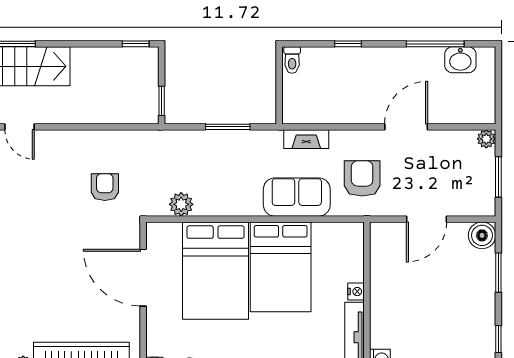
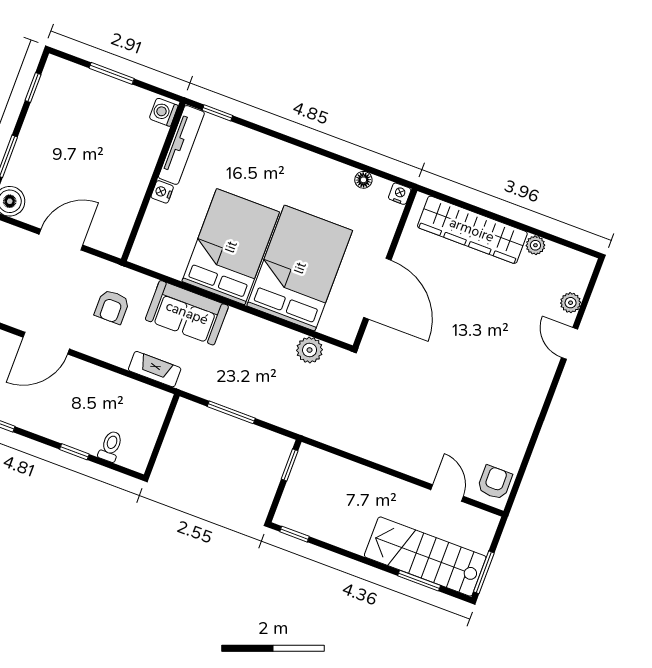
toilet: (292, 60) -> (111, 446), moved
armchair: (362, 178) -> (112, 307), width x0.72, depth x0.72
armchair: (105, 187) -> (382, 398), removed

